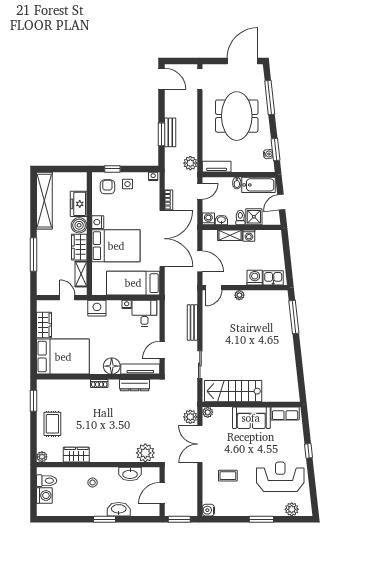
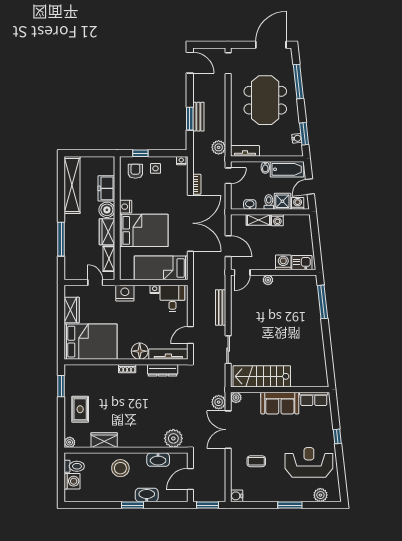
washing machine: (208, 219) -> (298, 203), moved
stool: (93, 483) -> (120, 468), width x1.89, depth x1.89

